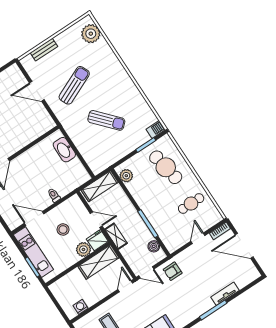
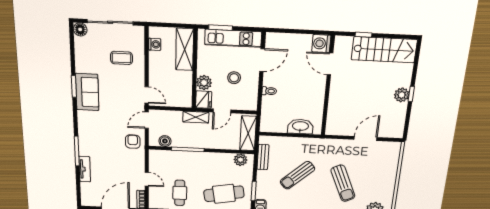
bench: (44, 50) -> (263, 157), moved
sun lounger: (74, 85) -> (343, 183), moved
shelving: (98, 262) -> (185, 49), moved

